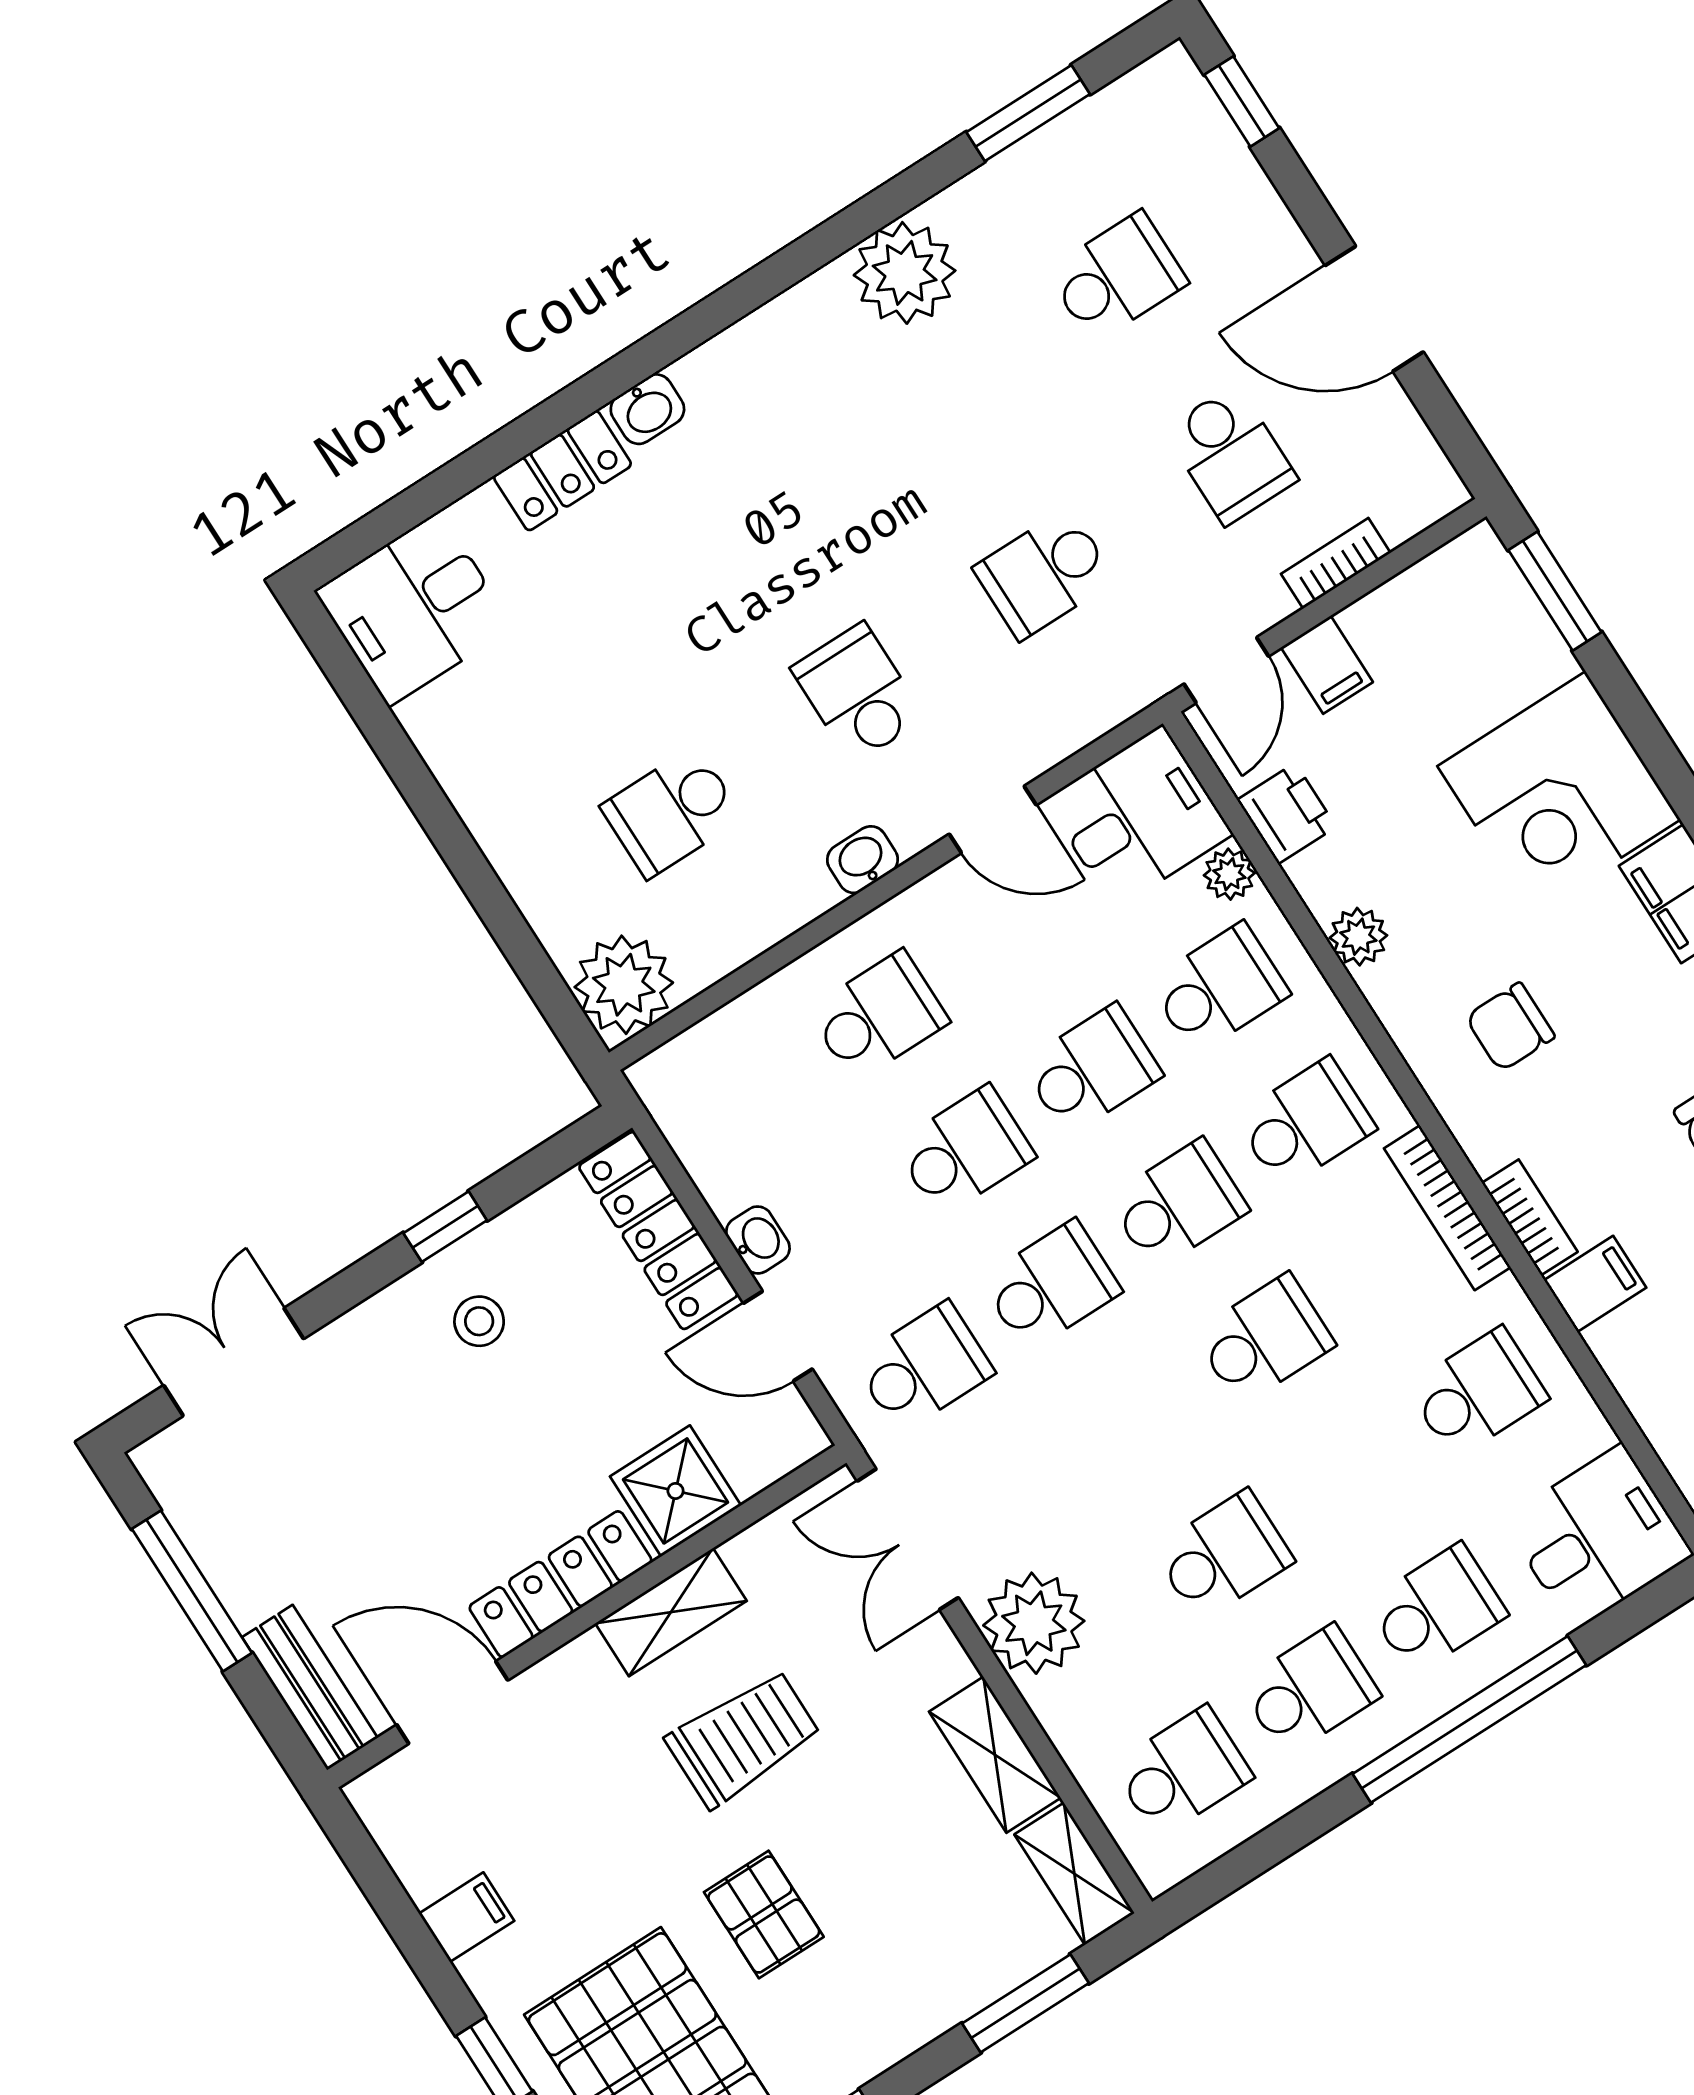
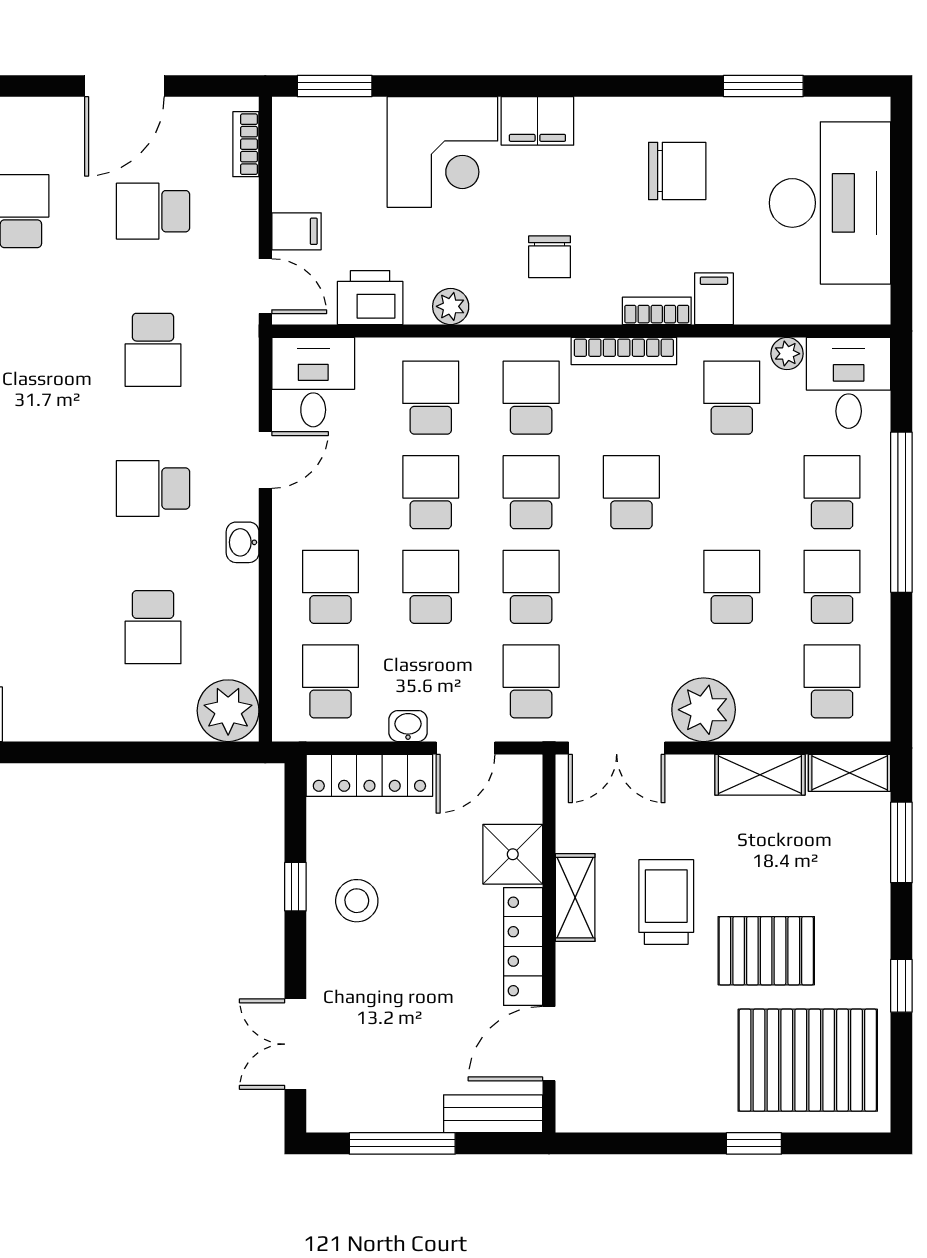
school desk: (1231, 455) -> (153, 211), turned 180
bookcase: (1336, 563) -> (246, 144), moved
printer: (1287, 813) -> (370, 298), width x1.36, depth x1.24
plant: (1229, 874) -> (787, 354), moved
school desk: (751, 1097) -> (330, 681), added
stool: (479, 1321) -> (357, 901), width x1.37, depth x1.37
pallet: (764, 1915) -> (766, 951), width x1.50, depth x1.42
filing cabinet: (467, 1917) -> (667, 1109), removed

